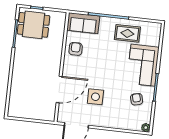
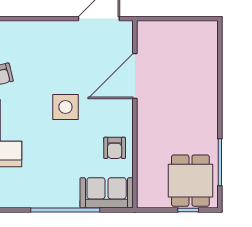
dining table: (34, 25) -> (190, 181), turned 90
rug: (127, 33) -> (30, 184), removed
side table: (95, 97) -> (65, 107), moved

